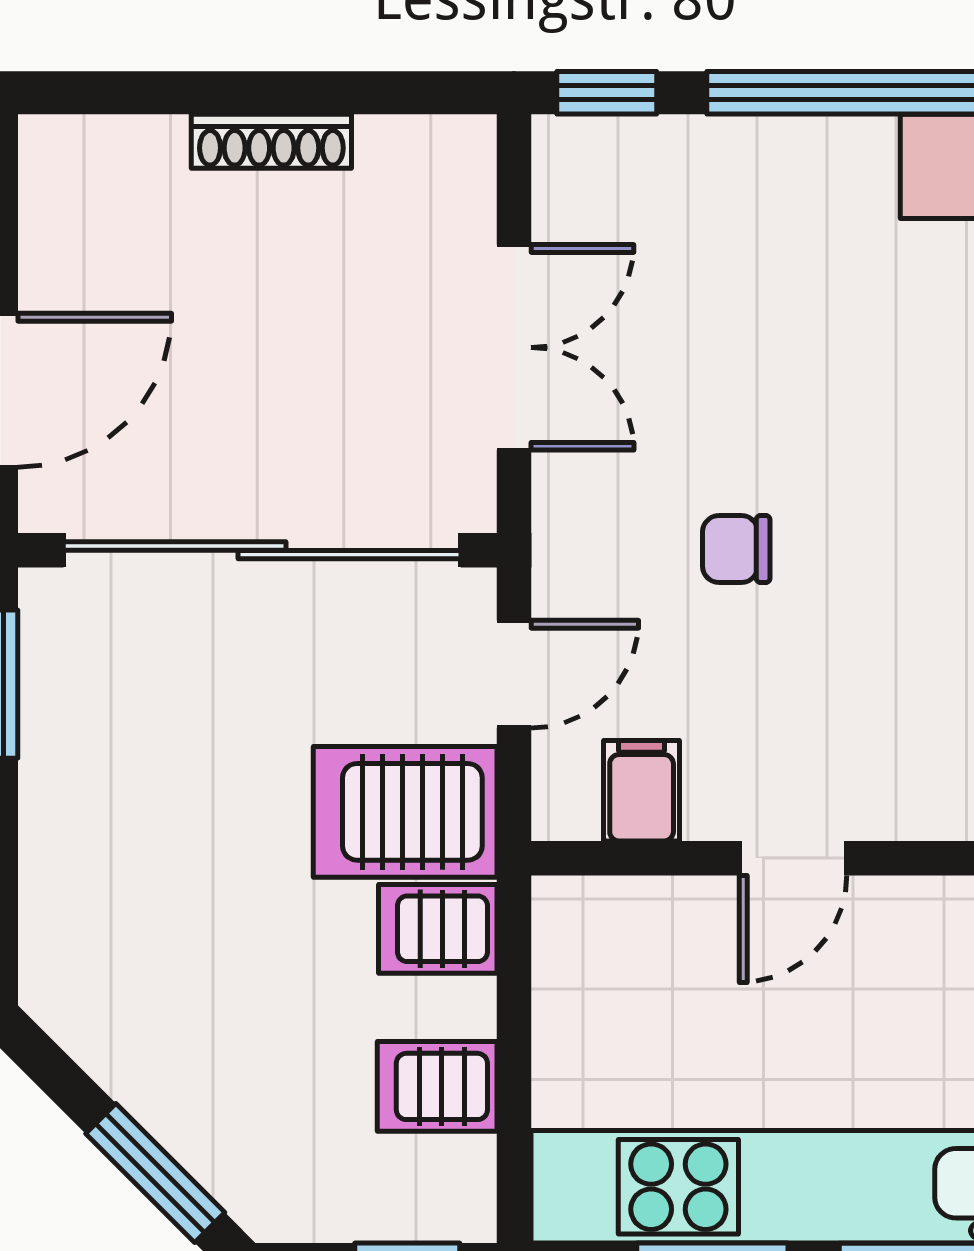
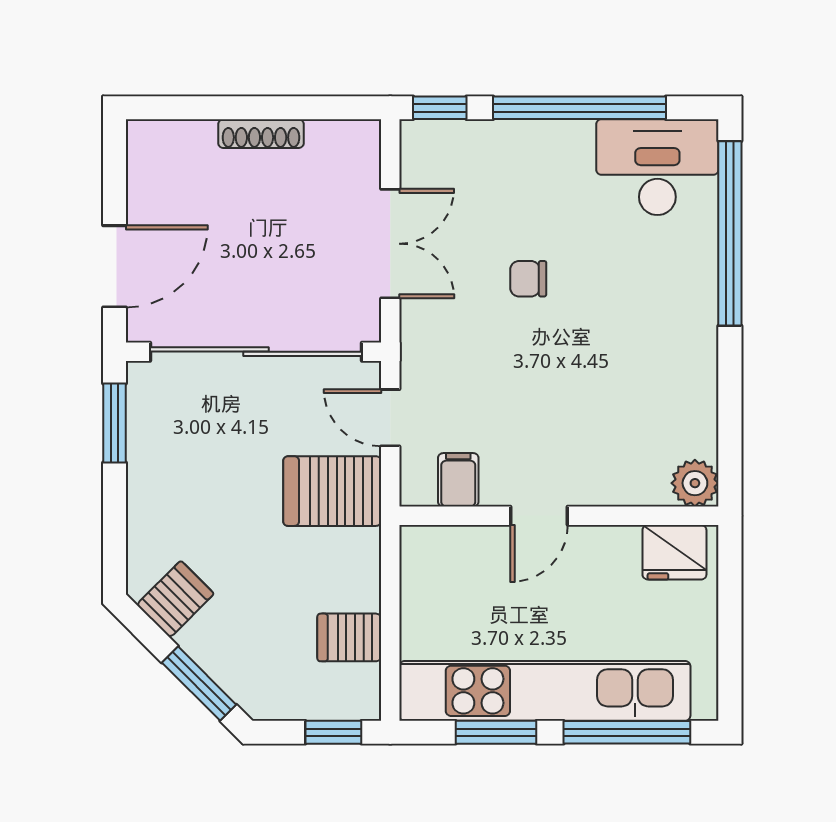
chair: (736, 549) -> (528, 279), moved
door: (514, 674) -> (390, 418), swing flipped
server rack: (438, 929) -> (175, 599), moved, turned 135

